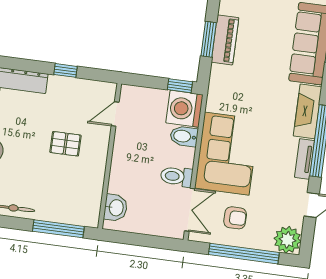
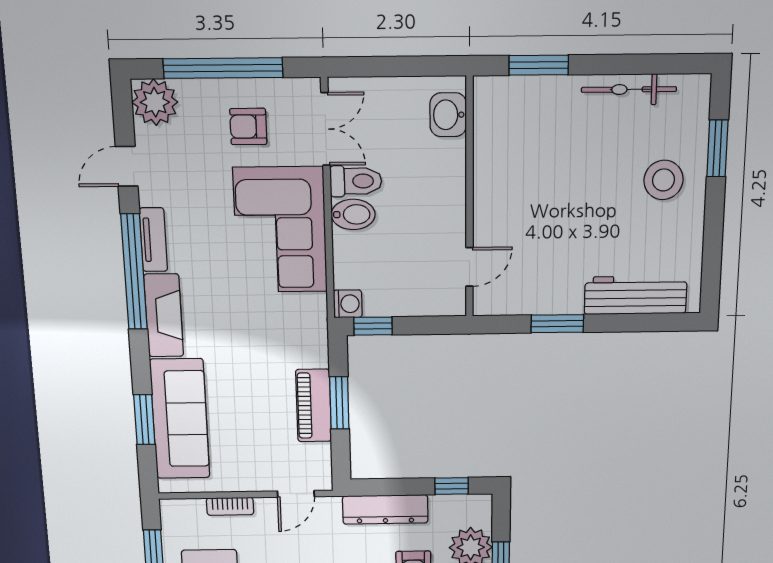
window: (65, 70) -> (557, 324), width x1.50
washing machine: (185, 109) -> (348, 304), width x0.53, depth x0.53
bidet: (184, 136) -> (353, 214), moved
pallet: (65, 144) -> (544, 208), removed
double door: (190, 210) -> (326, 129), swing flipped
window: (58, 229) -> (539, 65), width x0.69

